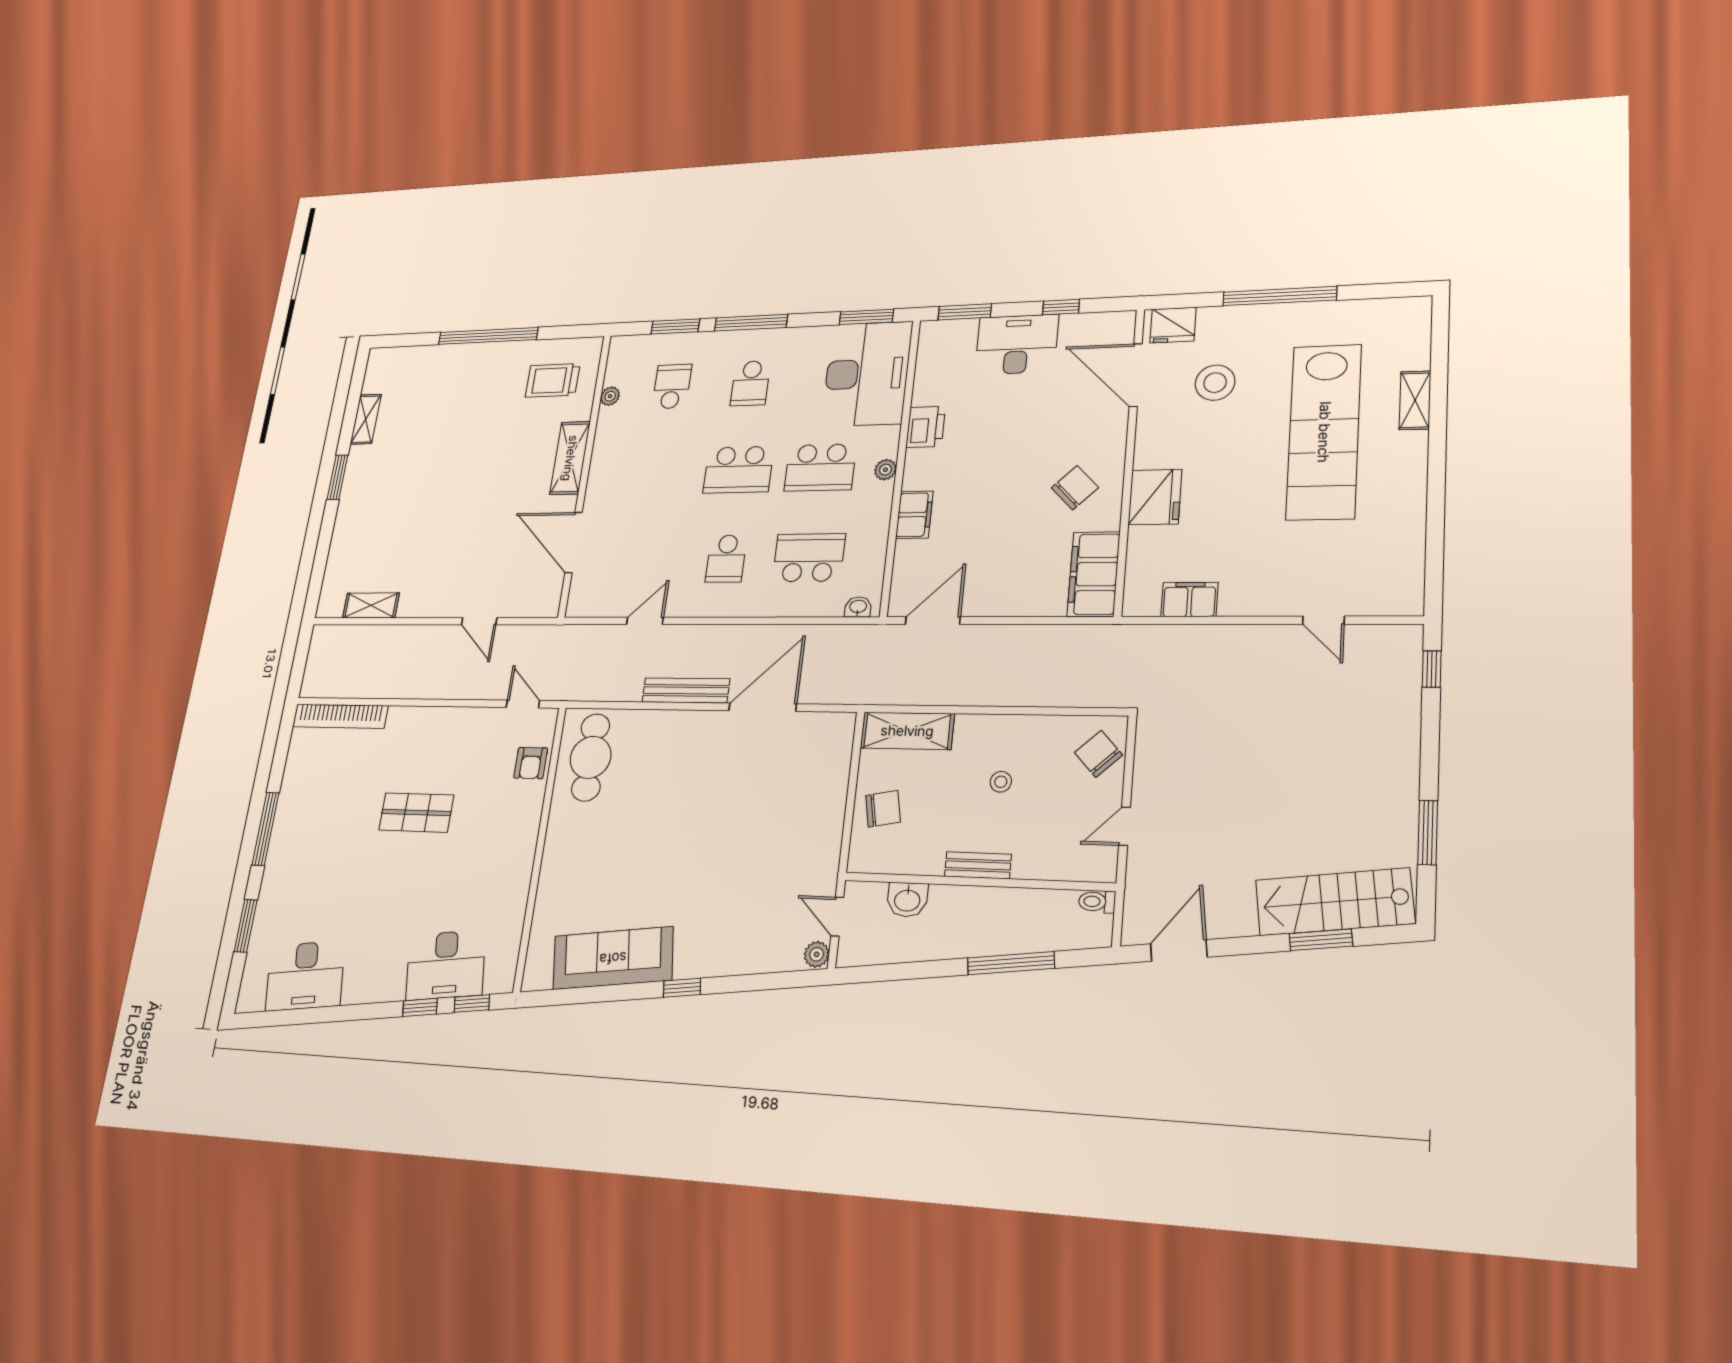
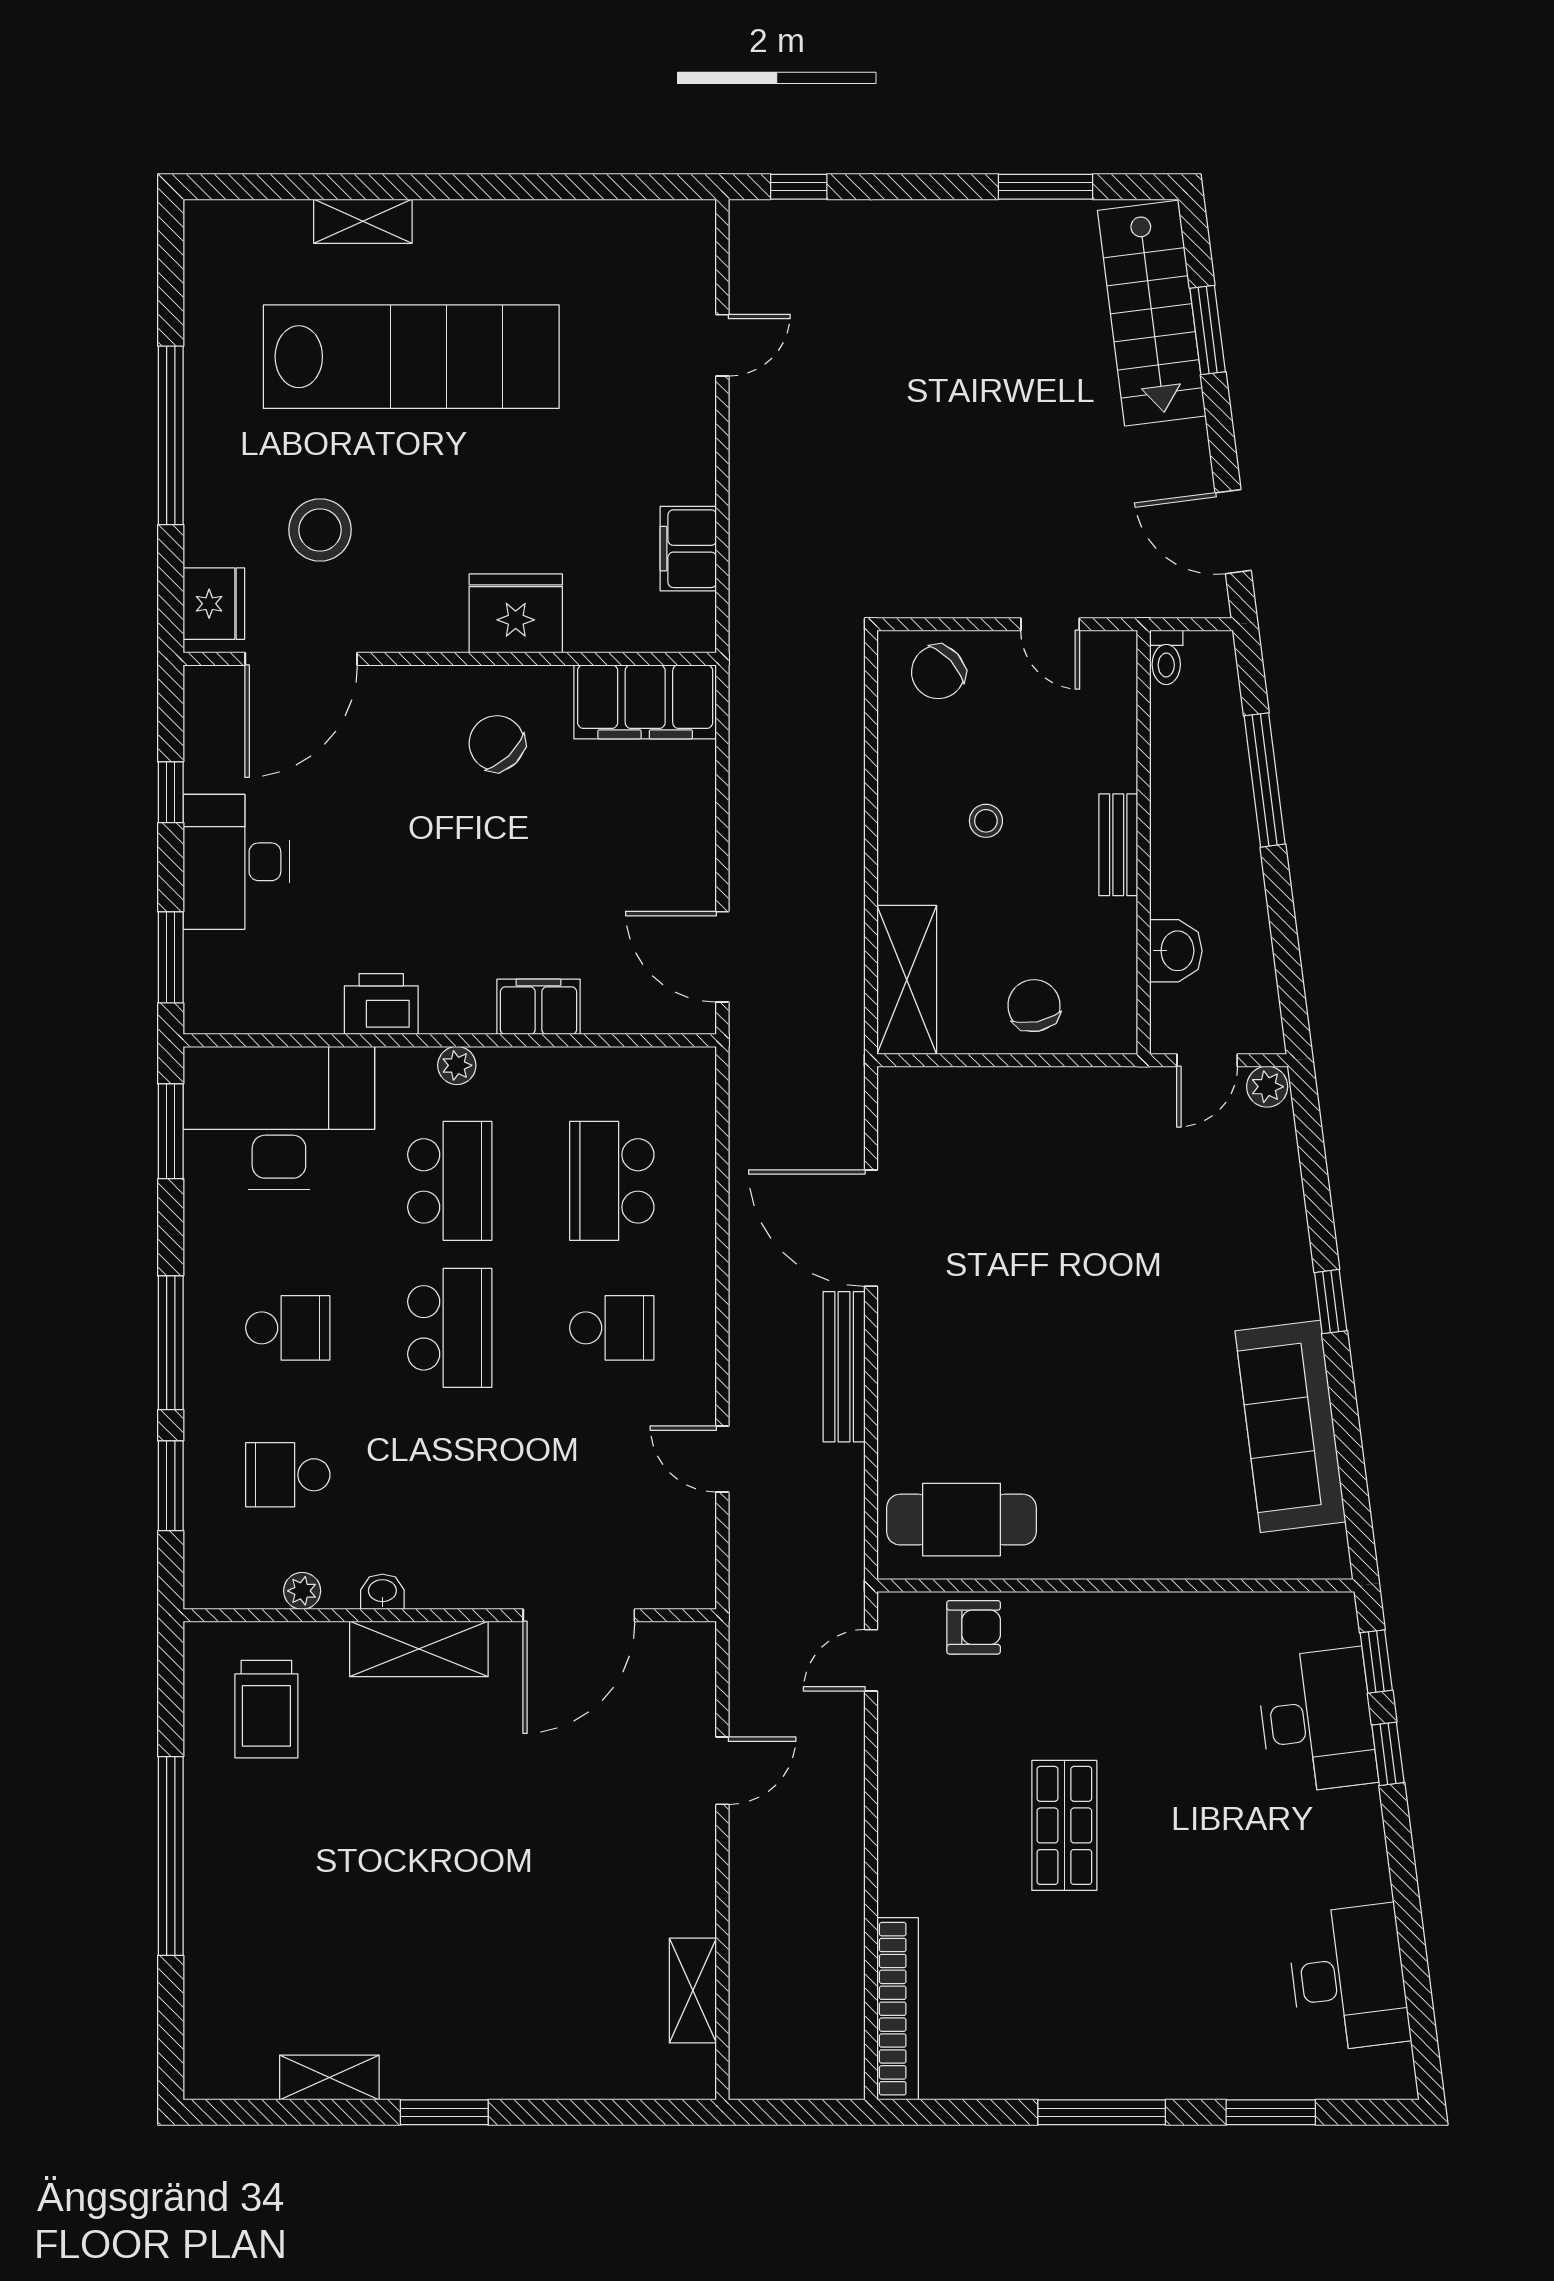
washbasin: (858, 607) -> (382, 1592), moved, turned 90

